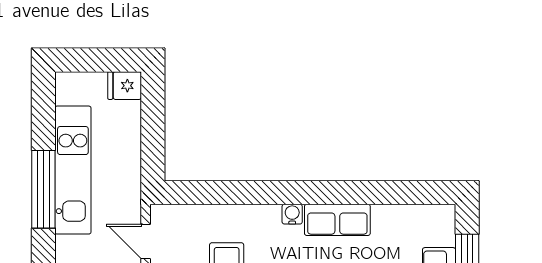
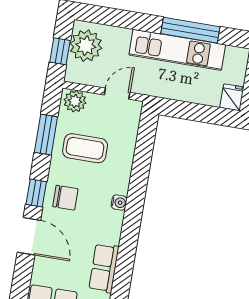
window: (43, 189) -> (190, 30), moved
row of seats: (337, 220) -> (104, 268), moved

